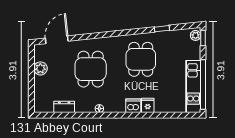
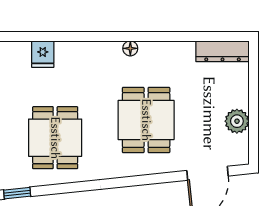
dishwasher: (133, 106) -> (69, 53), removed
dresser: (64, 107) -> (223, 51), moved, width x1.44

